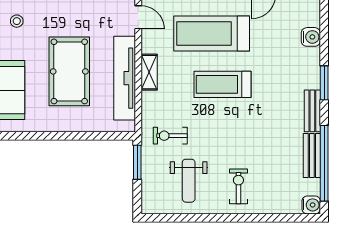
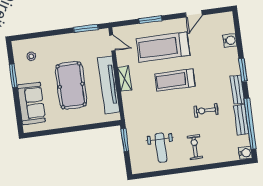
exercise bike: (170, 136) -> (206, 110), moved

